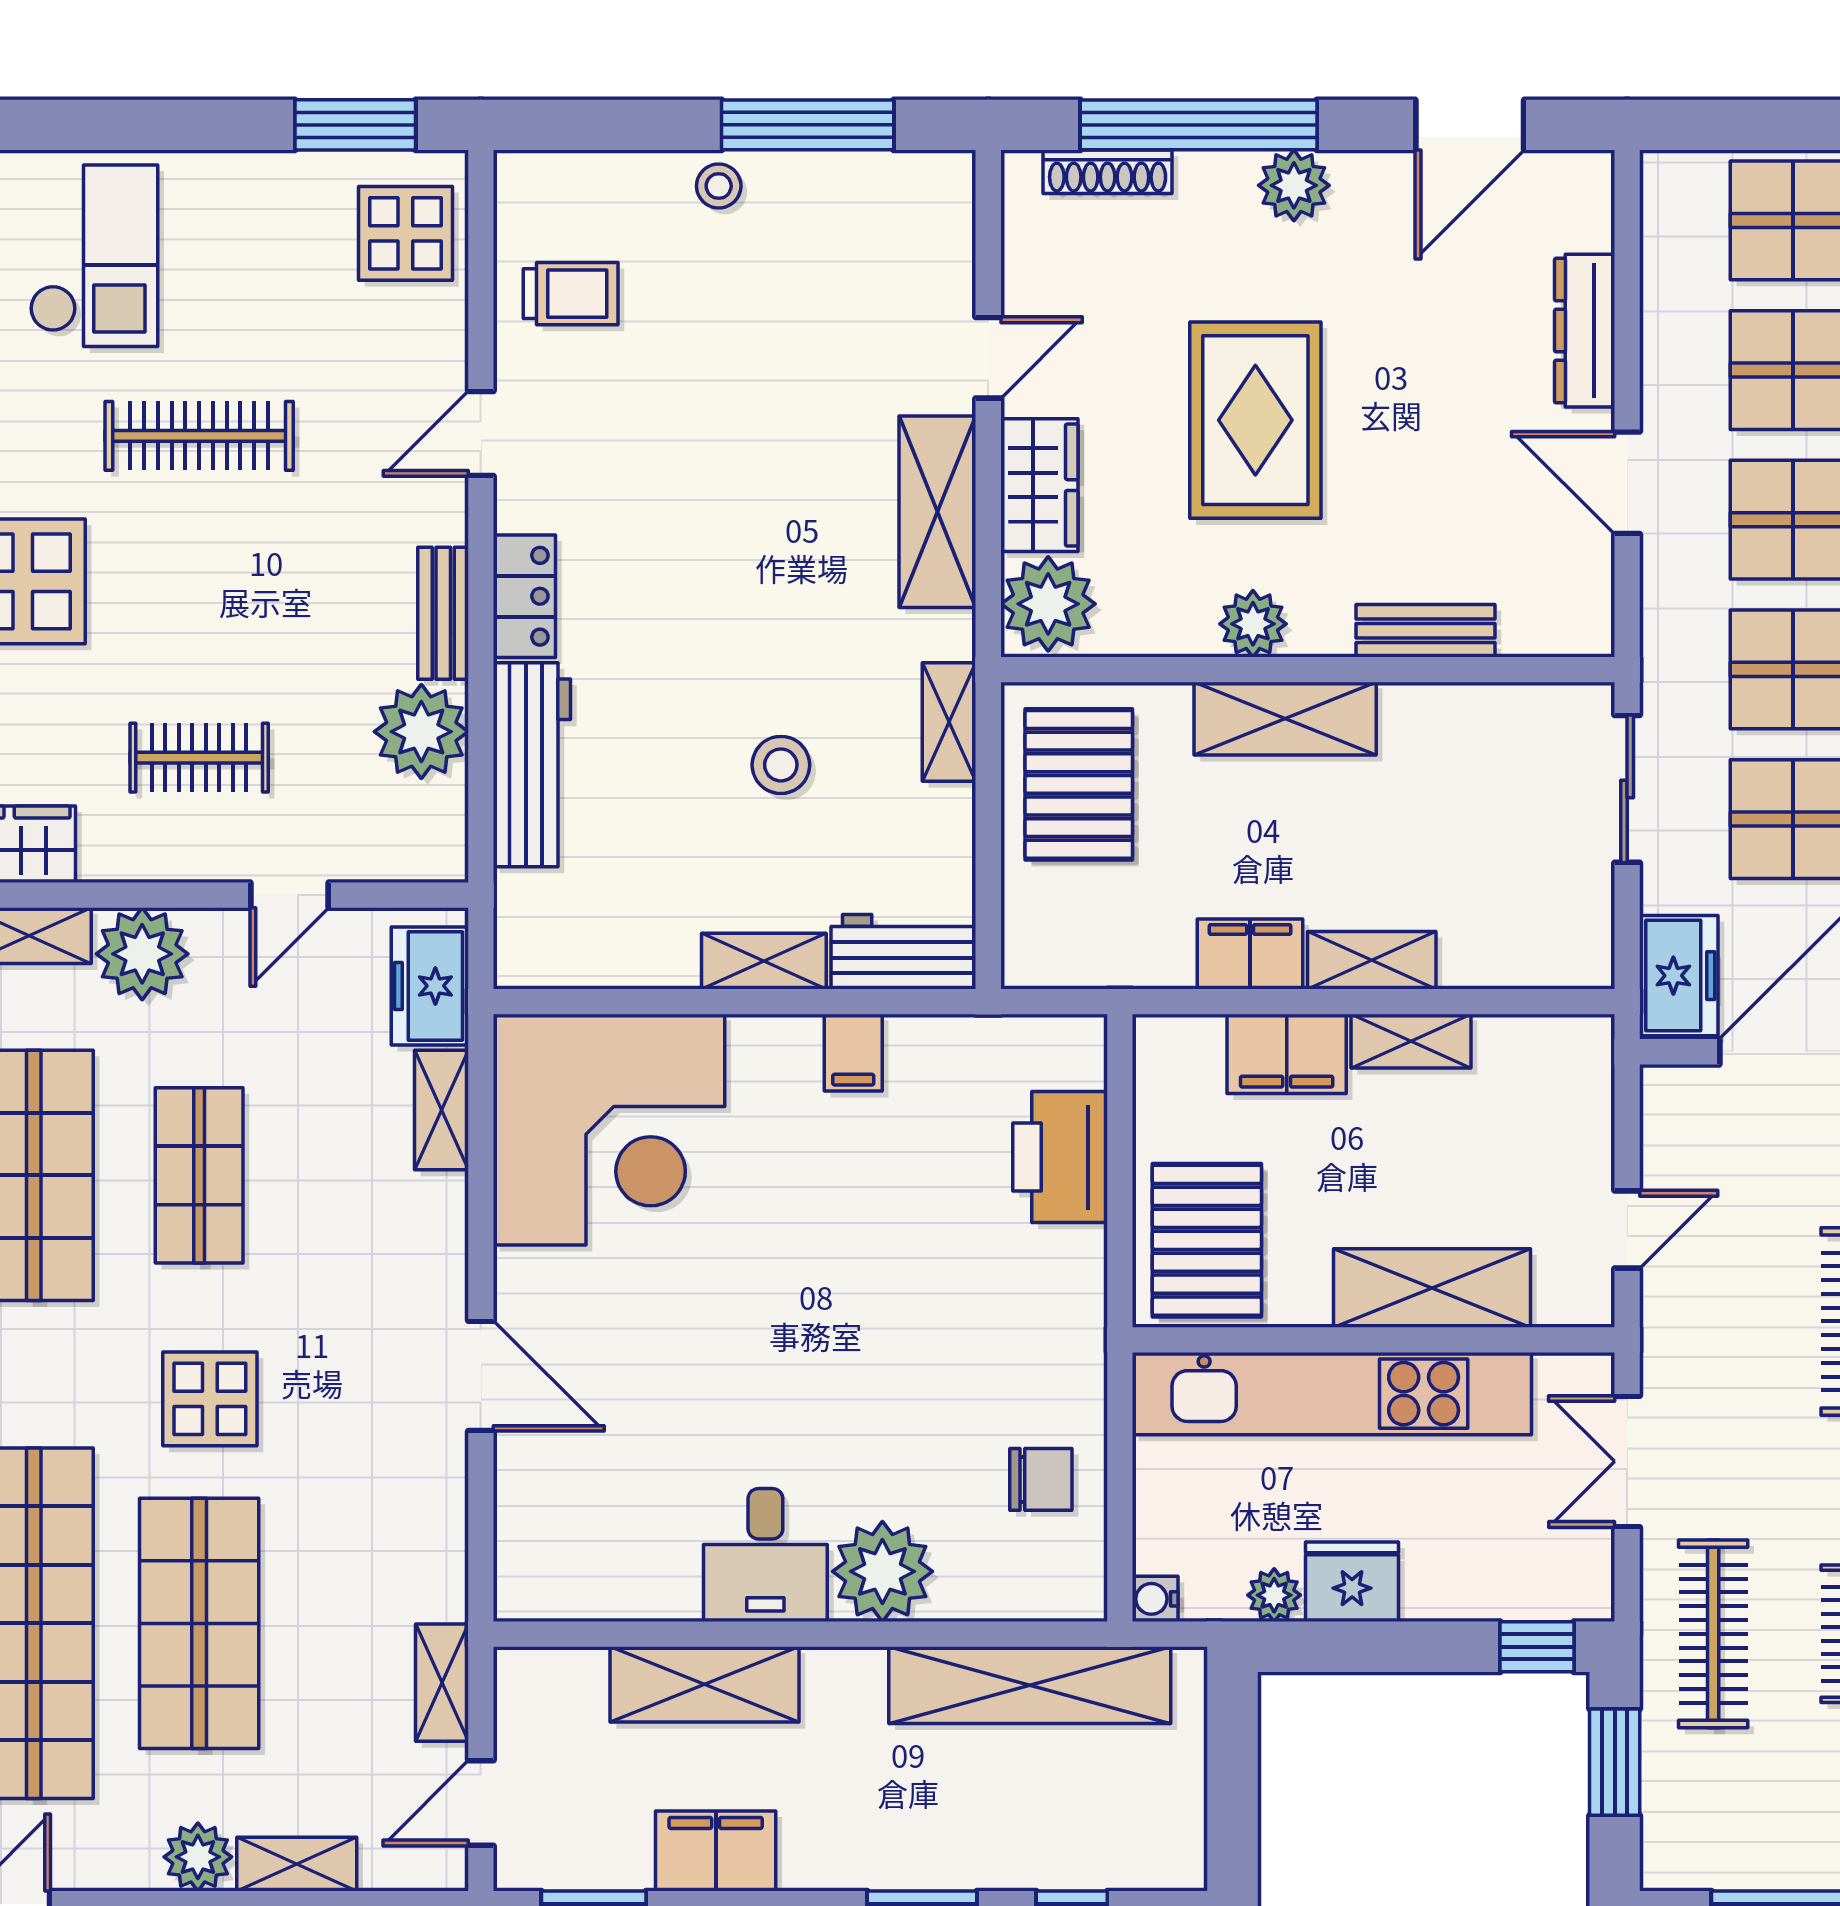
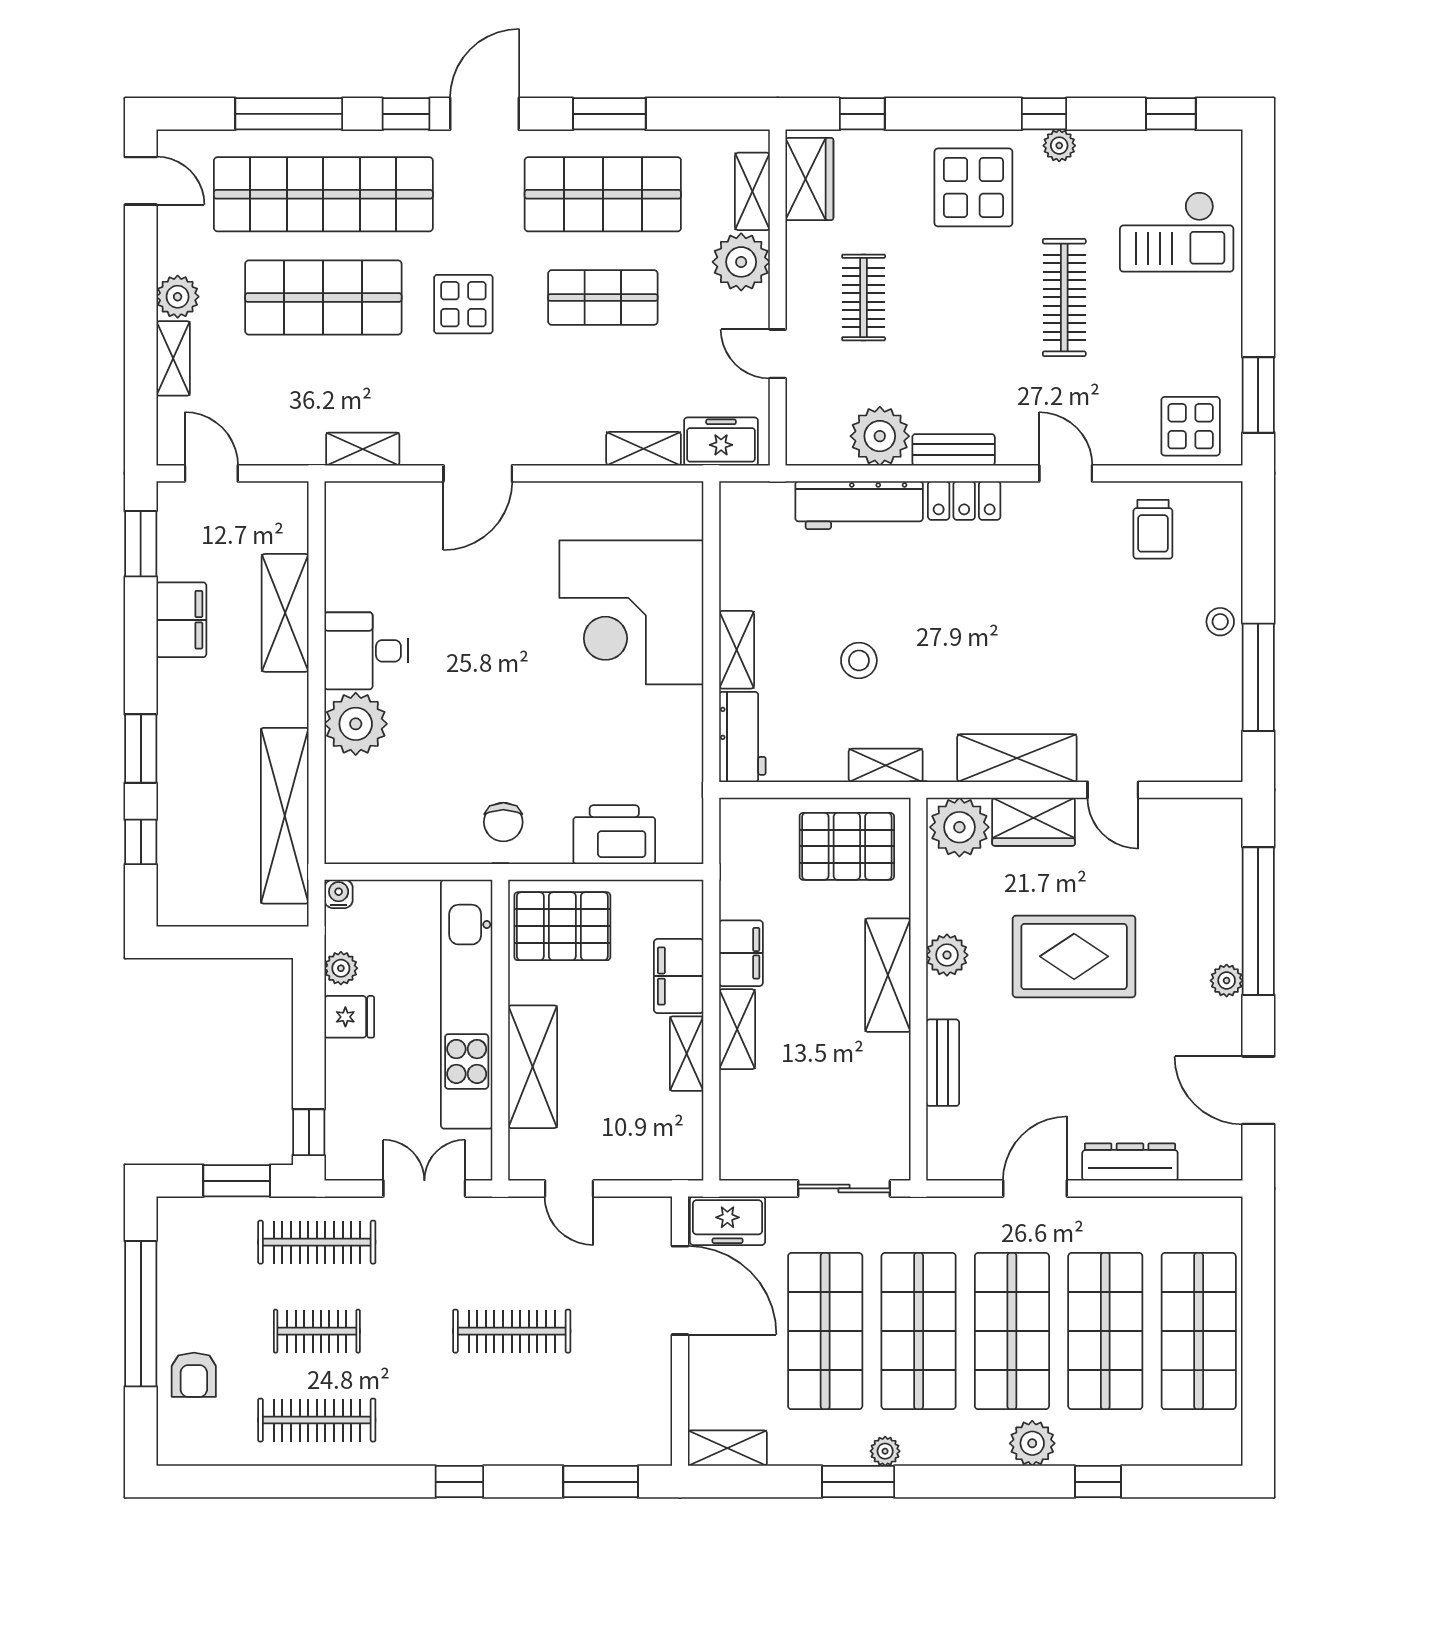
shoe rack: (1108, 172) -> (1229, 864), removed
plant: (1294, 185) -> (1227, 981), width x0.73, depth x0.73
filing cabinet: (853, 1053) -> (679, 706), removed
corner desk: (609, 1130) -> (631, 612), moved
chair: (1041, 1479) -> (503, 822), moved
fridge: (1352, 1582) -> (349, 1017), width x0.72
shelving: (442, 1683) -> (363, 449), moved

